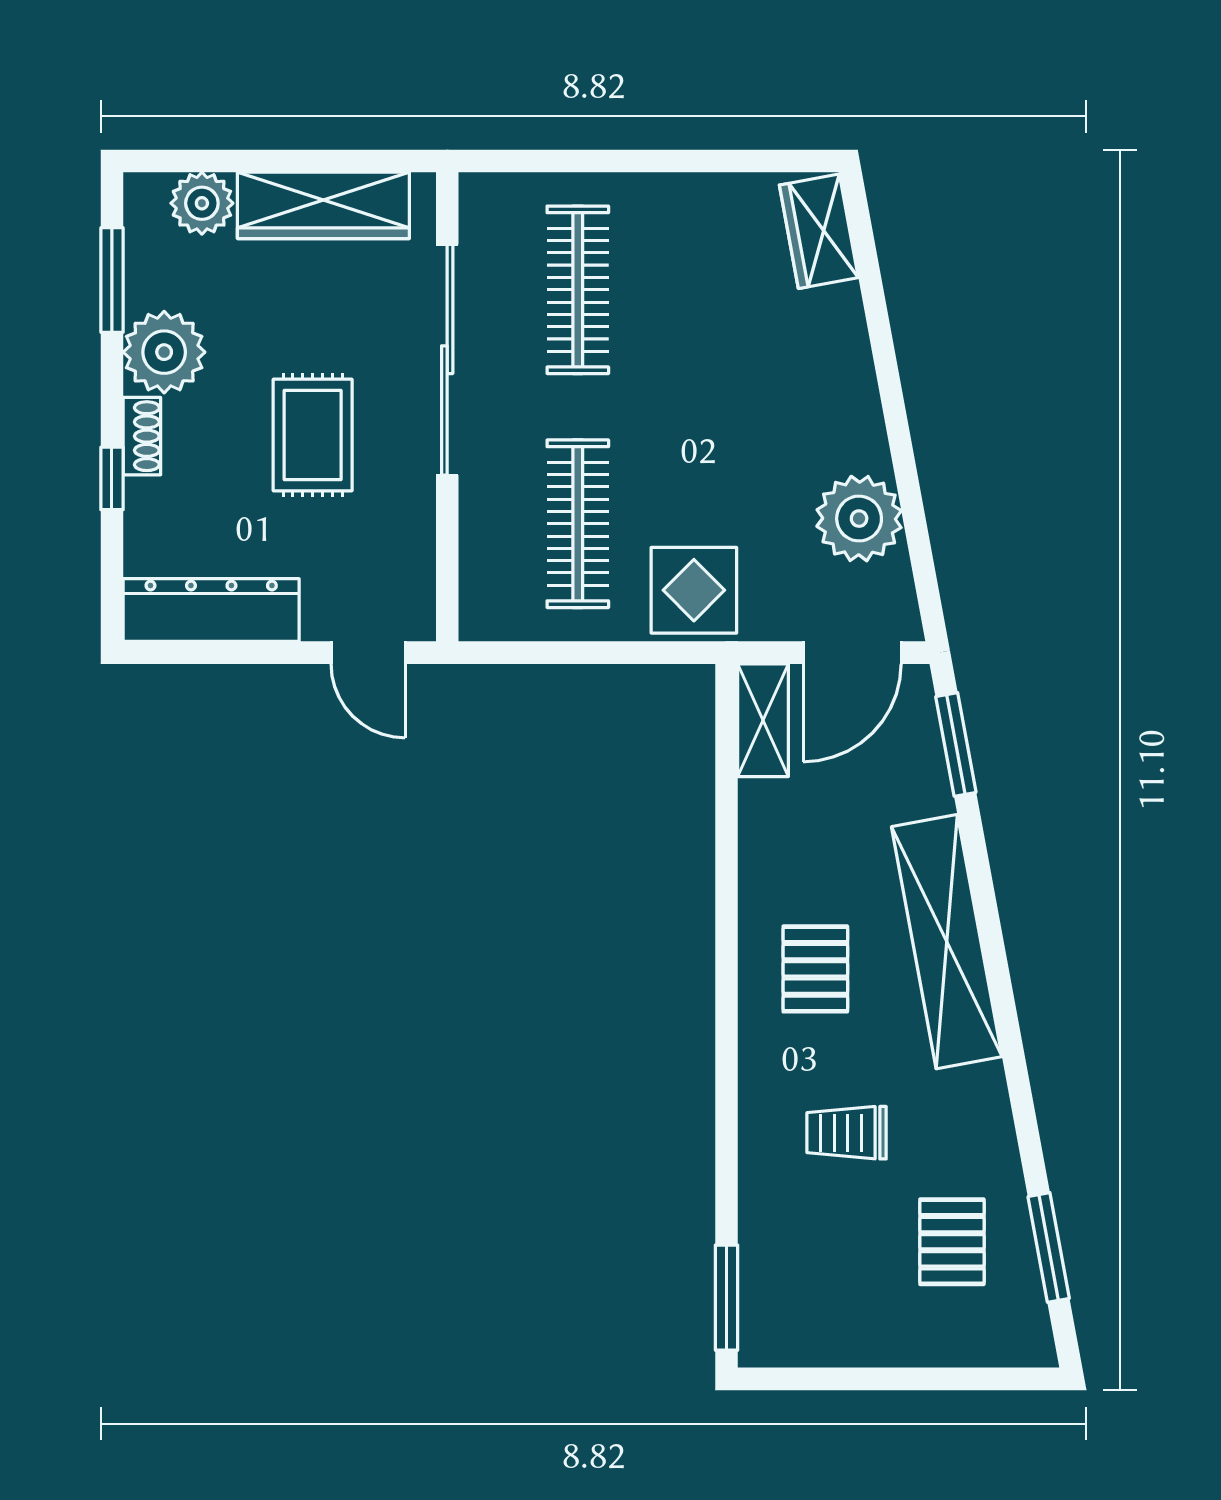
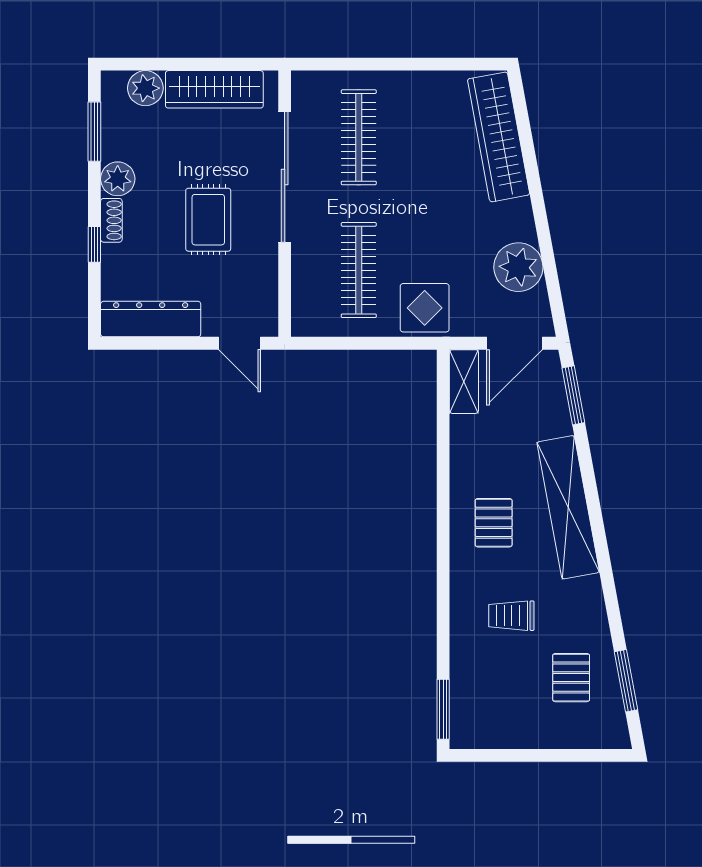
wardrobe: (819, 231) -> (499, 137), width x2.10, depth x1.17
plant: (164, 352) -> (118, 179), width x0.73, depth x0.73

